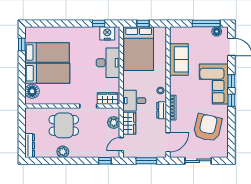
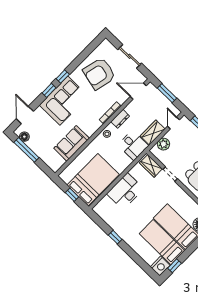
window: (99, 24) -> (115, 237), moved
nightstand: (107, 33) -> (160, 266), moved, turned -90
door: (121, 144) -> (173, 123), swing flipped

